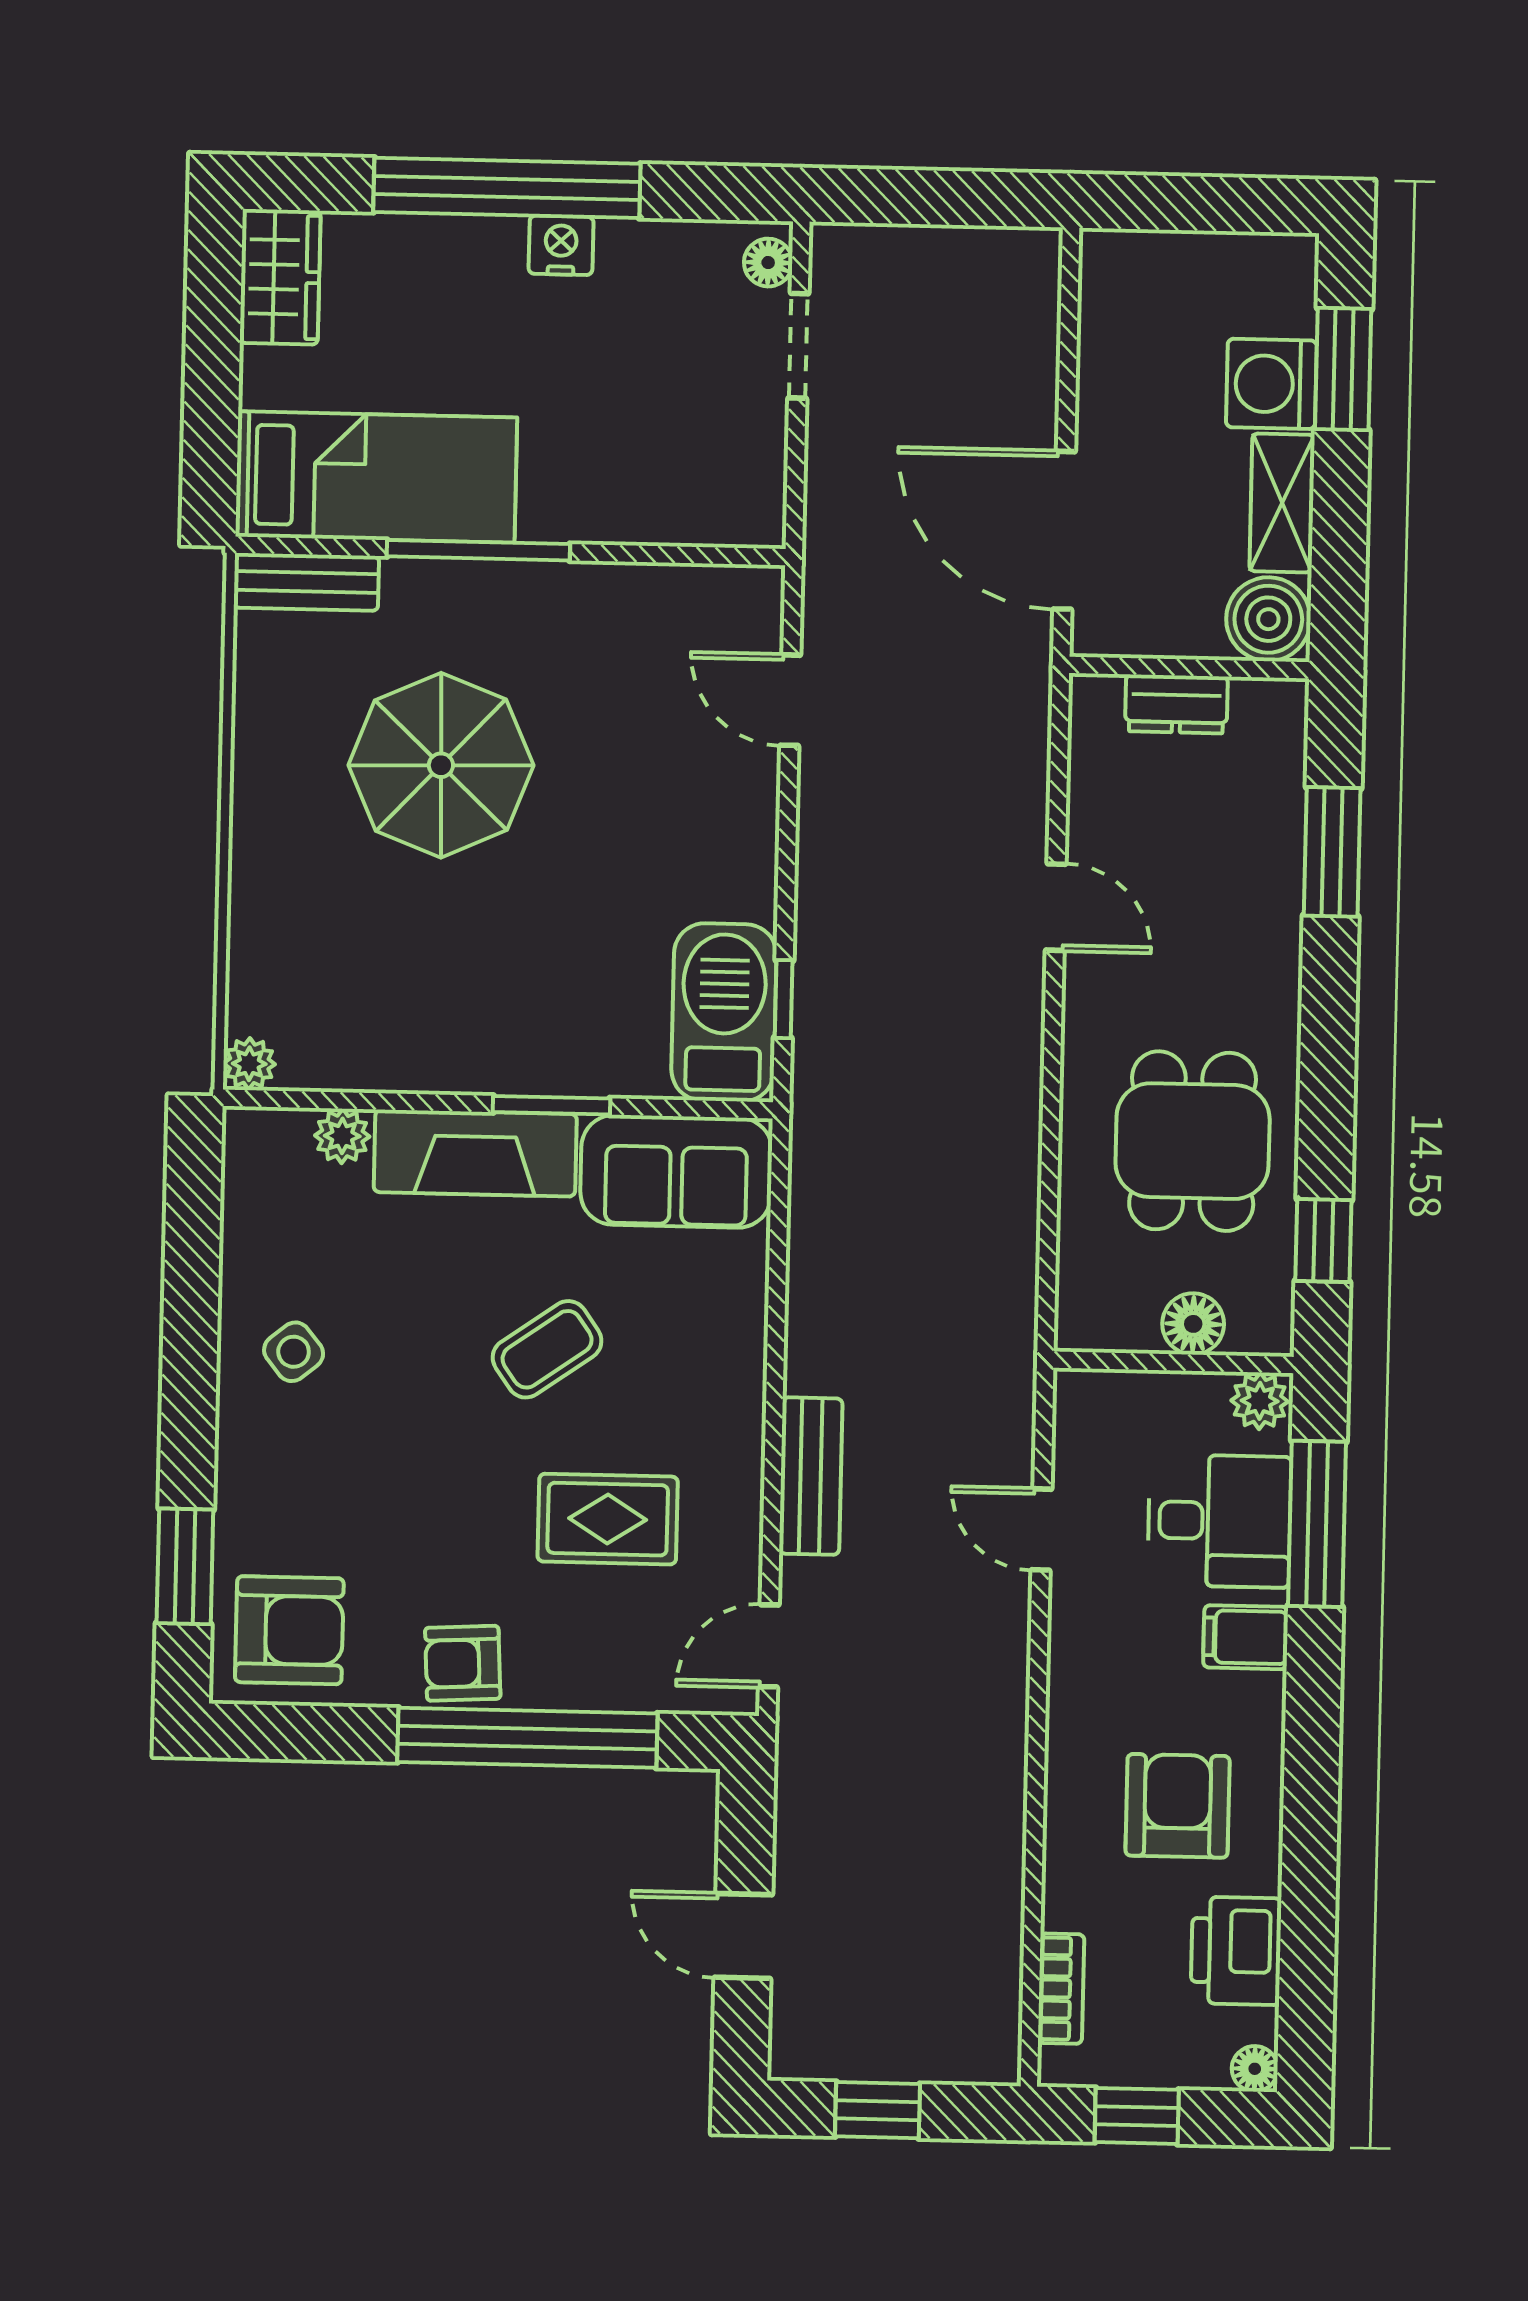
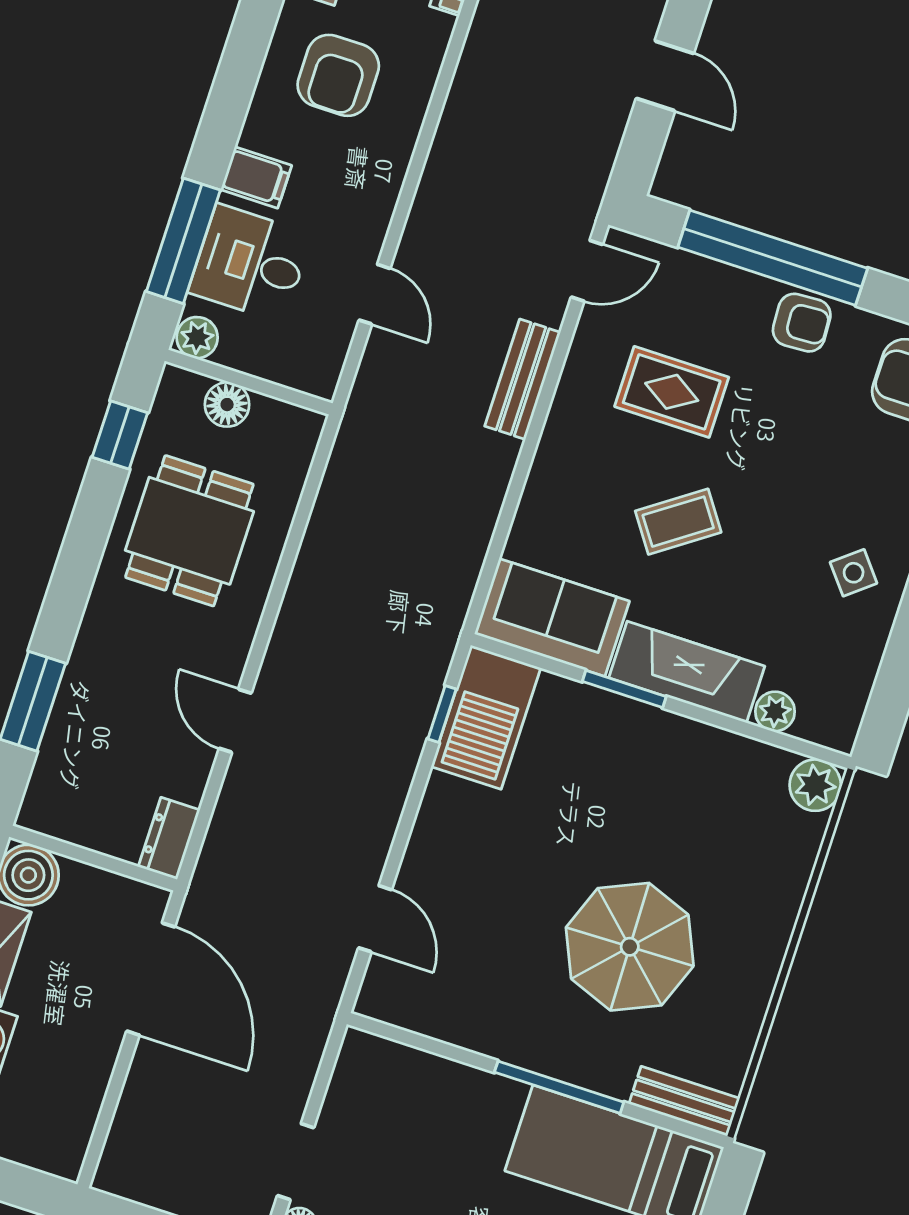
dresser: (1176, 704) -> (169, 838), moved, turned -90
plant: (249, 1064) -> (815, 785), width x1.38, depth x1.38

